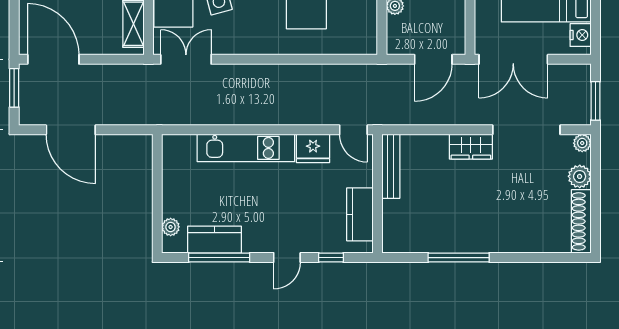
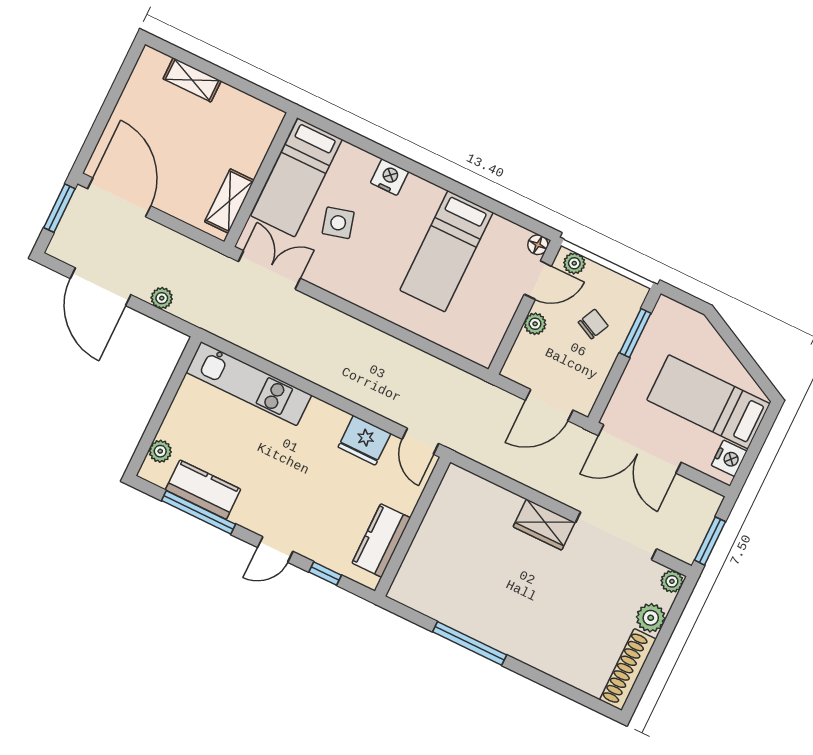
plant: (119, 117) -> (162, 298), added
kitchen unit: (246, 148) -> (249, 384), moved
bench: (391, 166) -> (443, 503), removed

